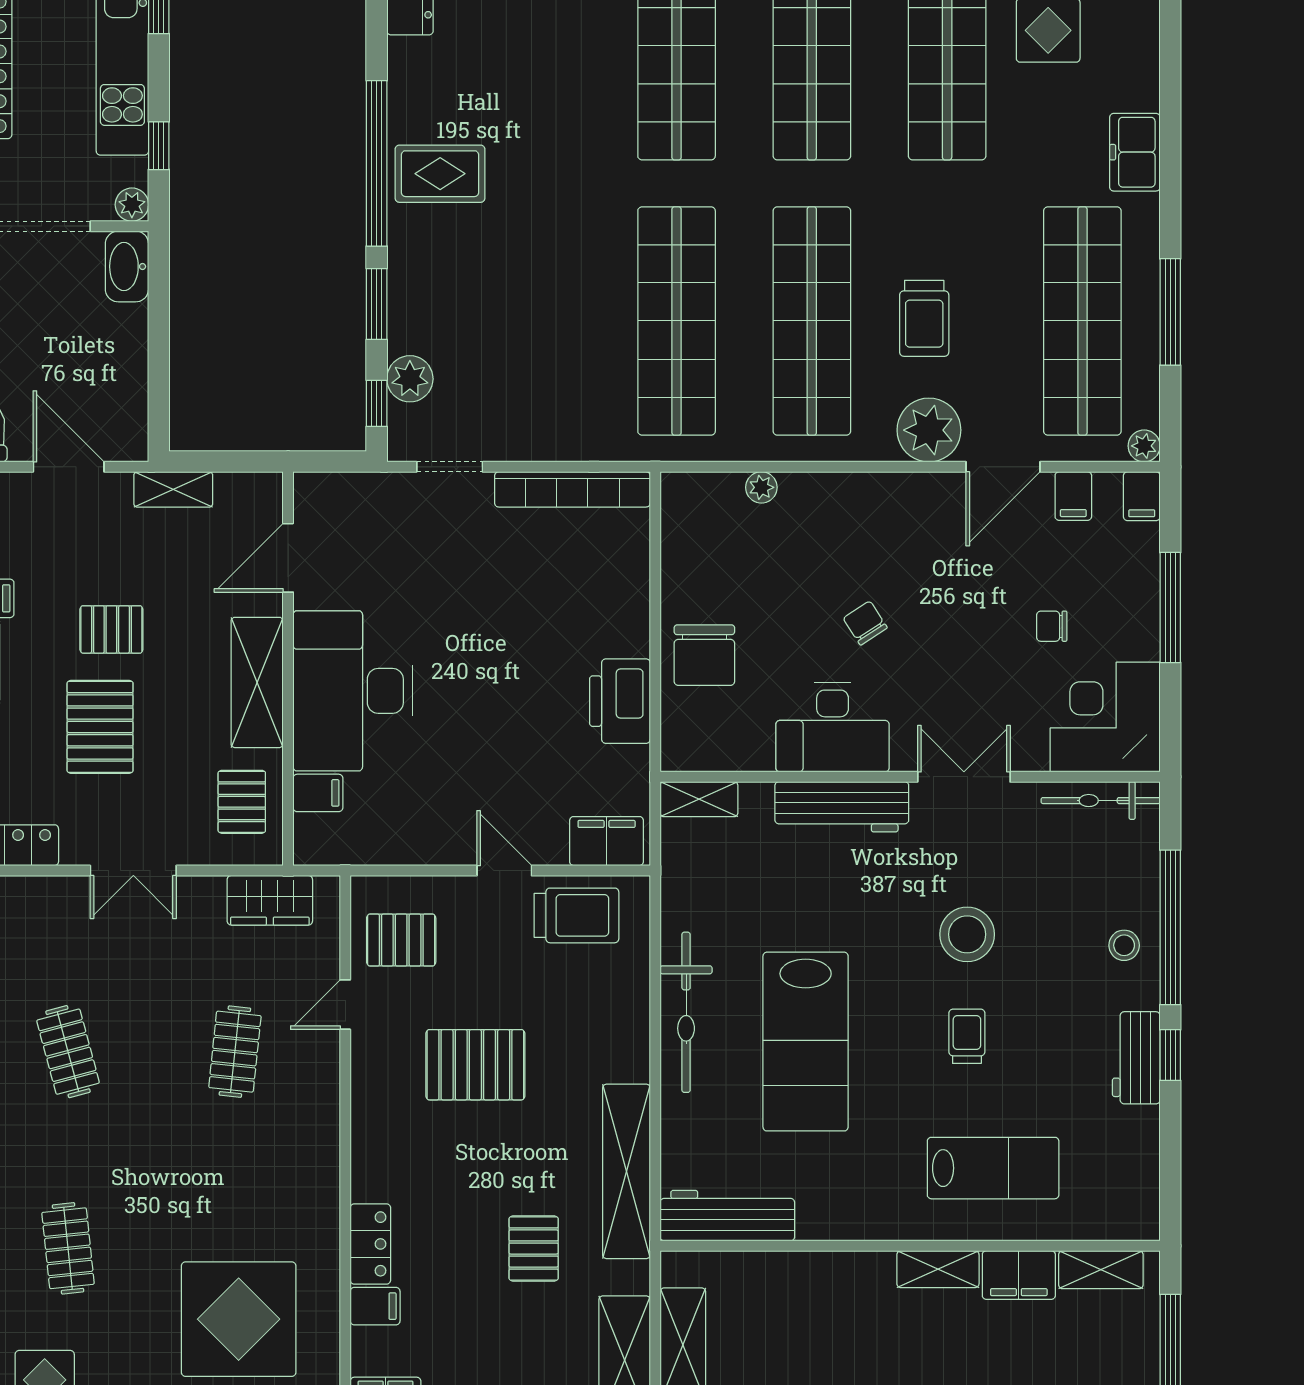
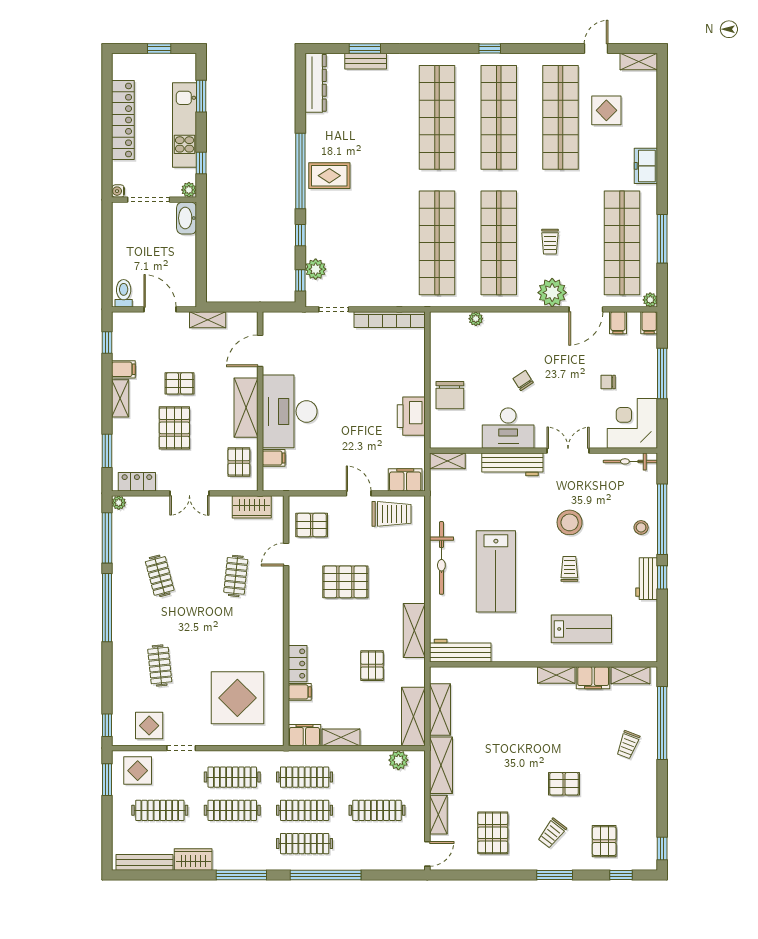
window: (377, 304) -> (300, 235), width x0.67
trolley: (924, 318) -> (550, 242), width x0.73, depth x0.72
shelving: (626, 1171) -> (414, 630), width x0.68

